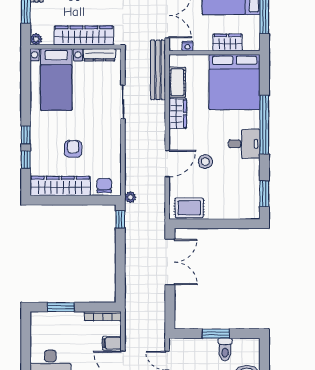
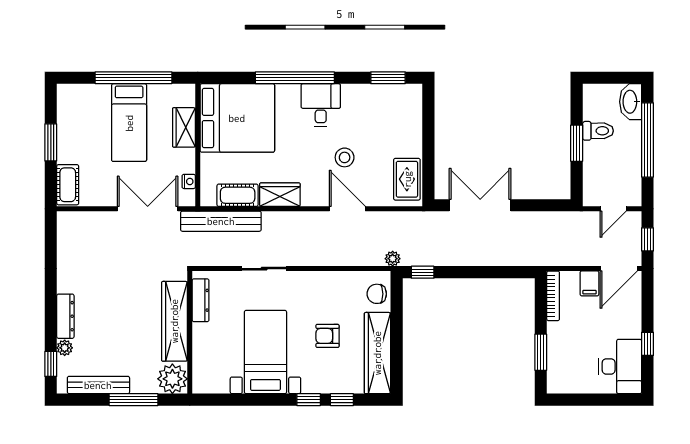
plant: (36, 39) -> (172, 379), width x1.88, depth x1.88
bed with nightstands: (56, 79) -> (265, 352), moved, turned -90

